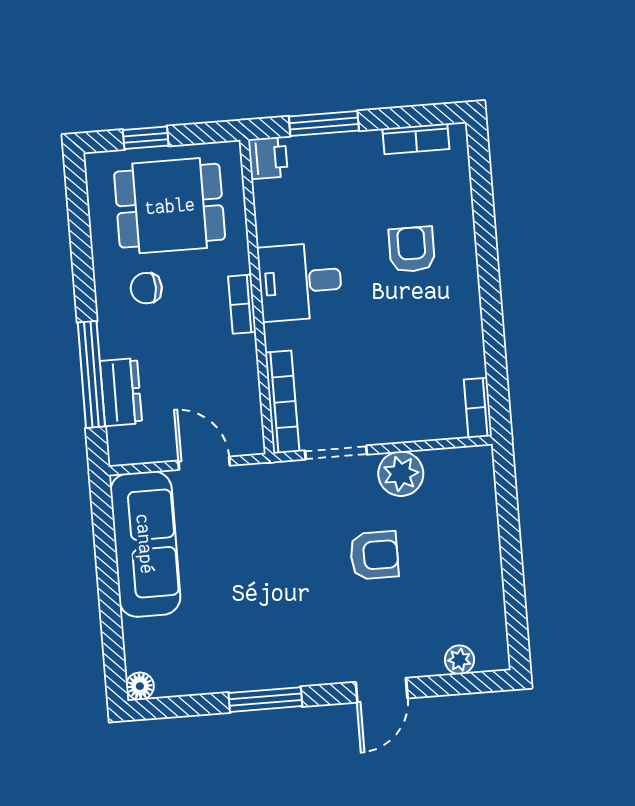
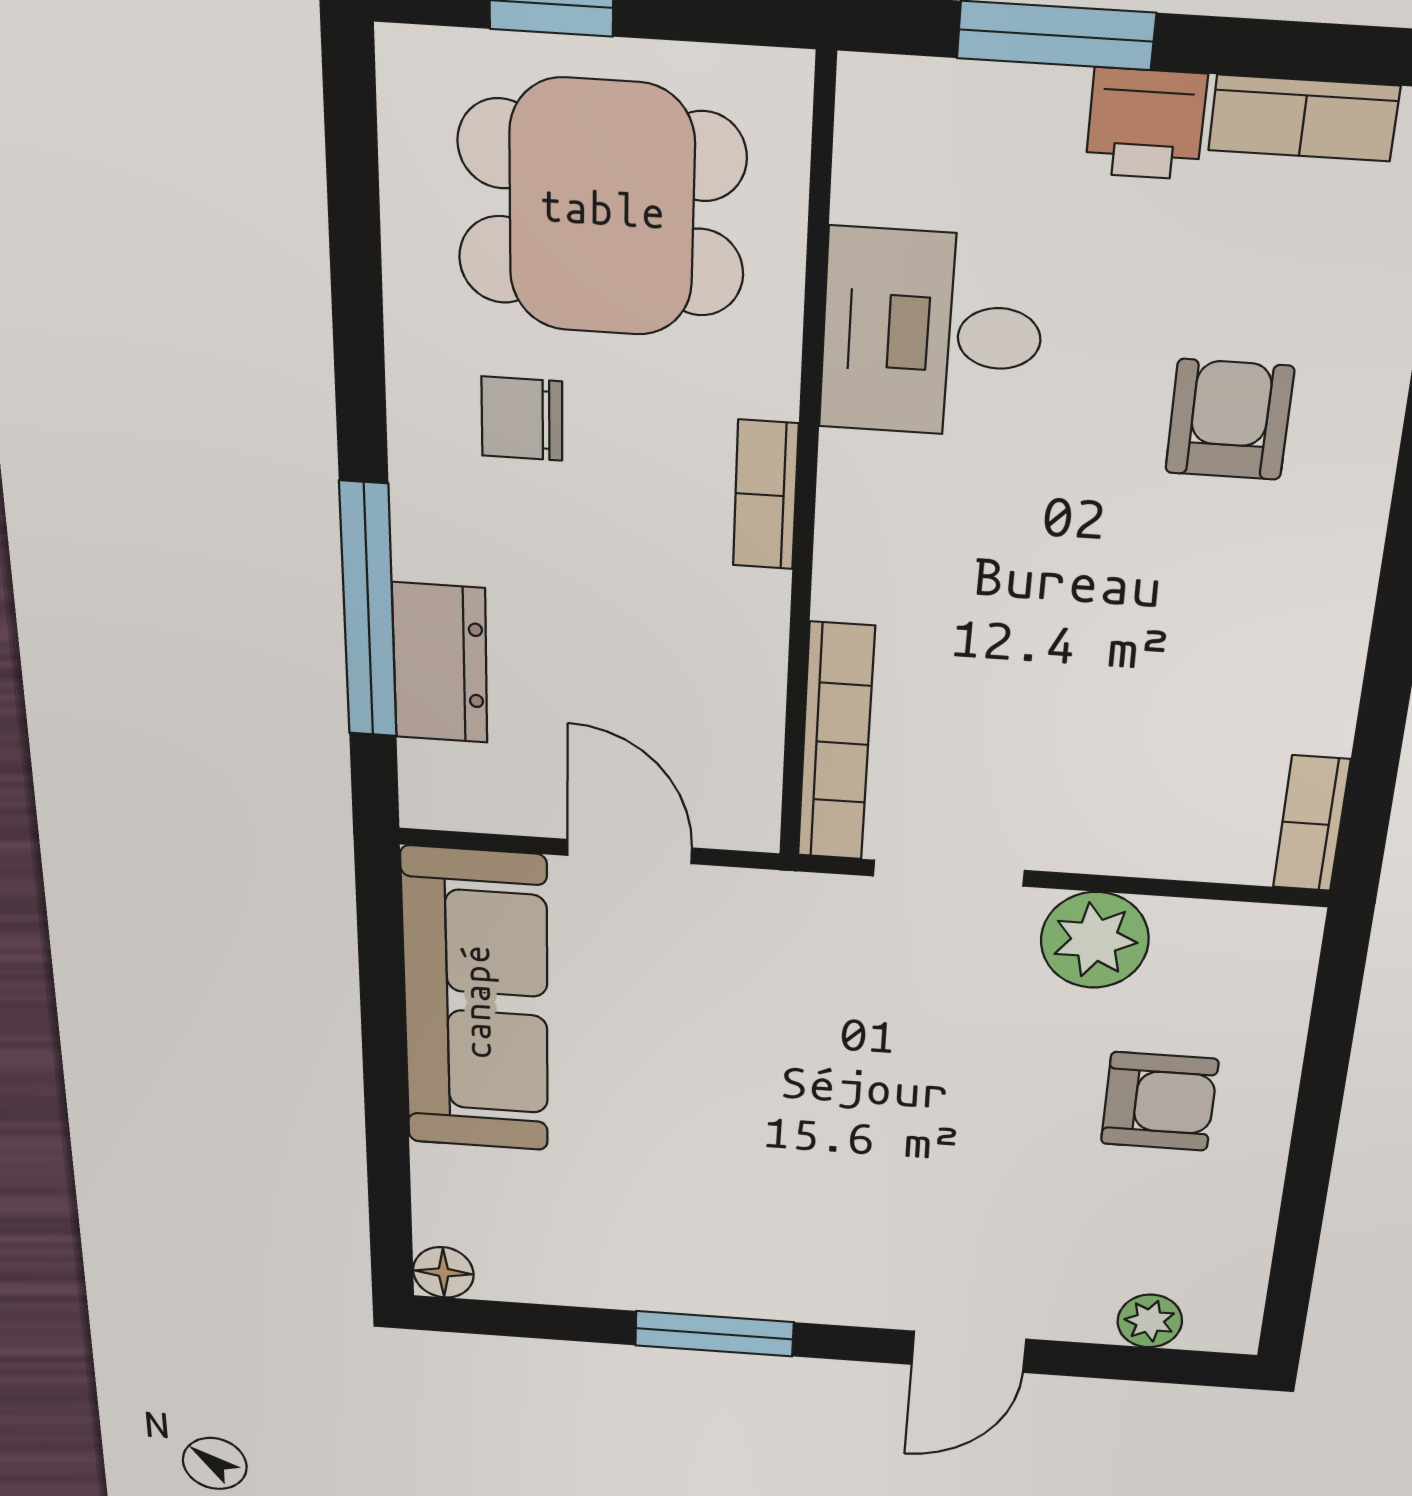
printer: (268, 158) -> (1146, 124), moved, turned 90
desk: (300, 282) -> (932, 334), moved
armchair: (374, 555) -> (1159, 1102), moved

